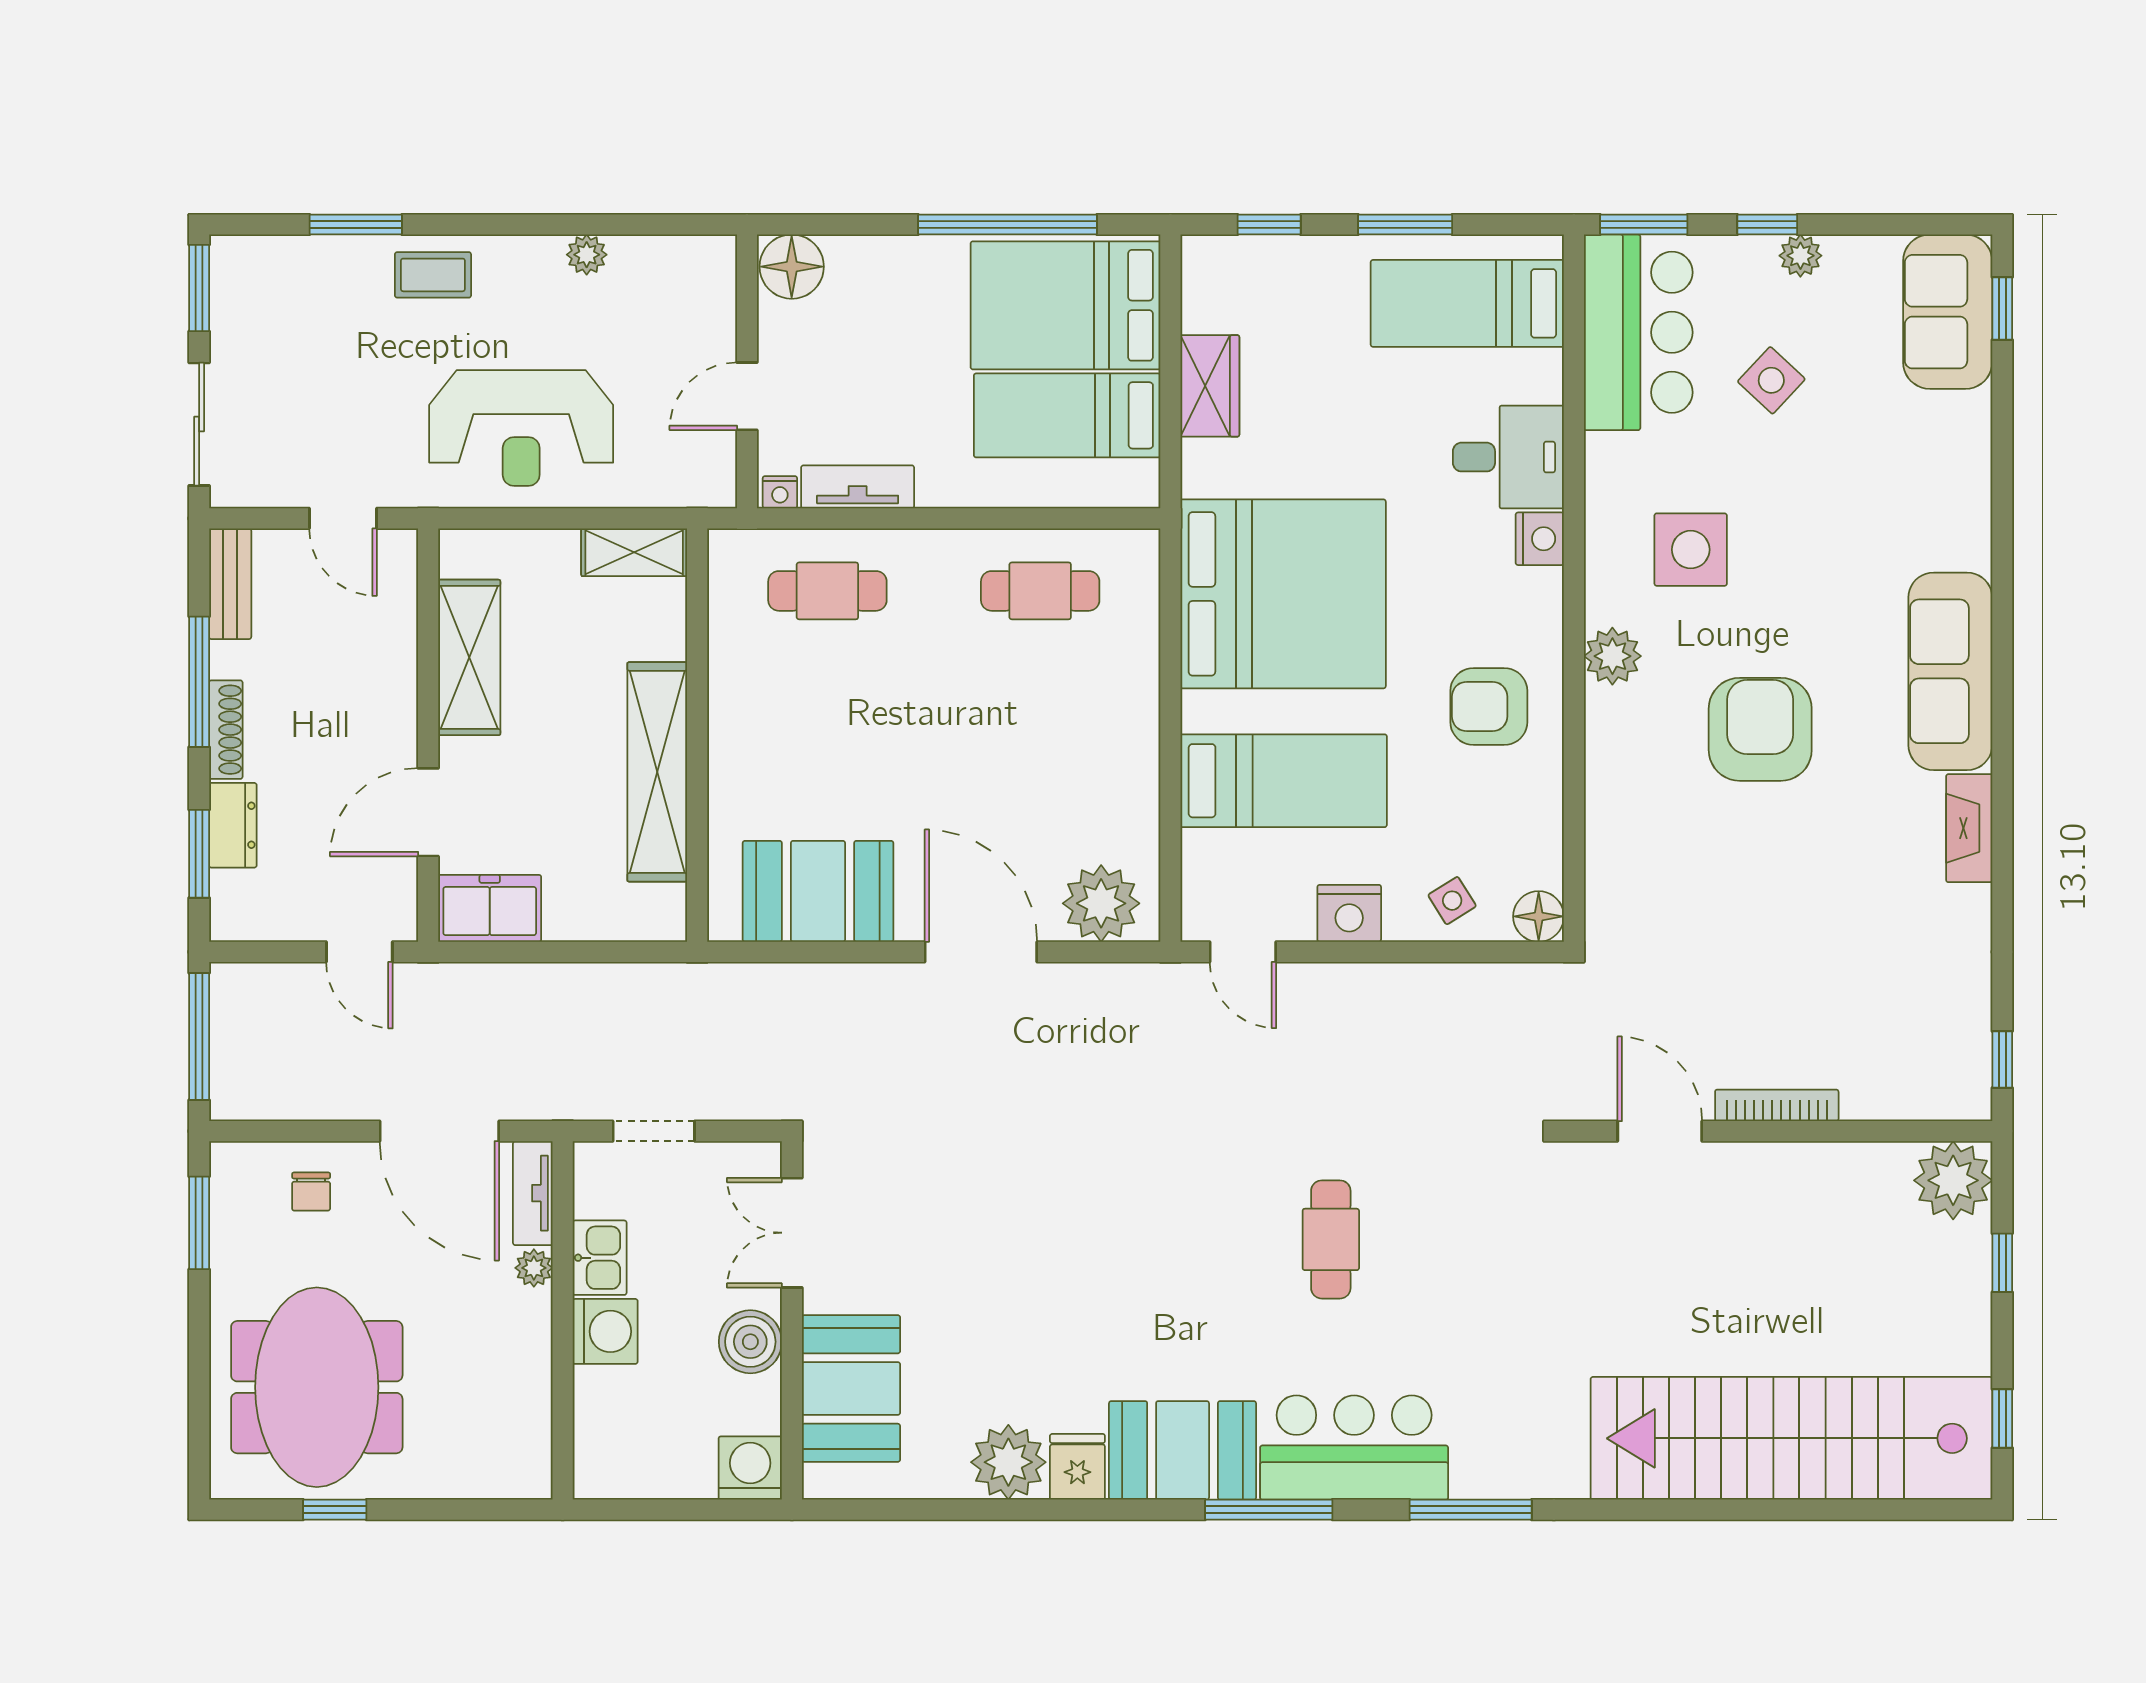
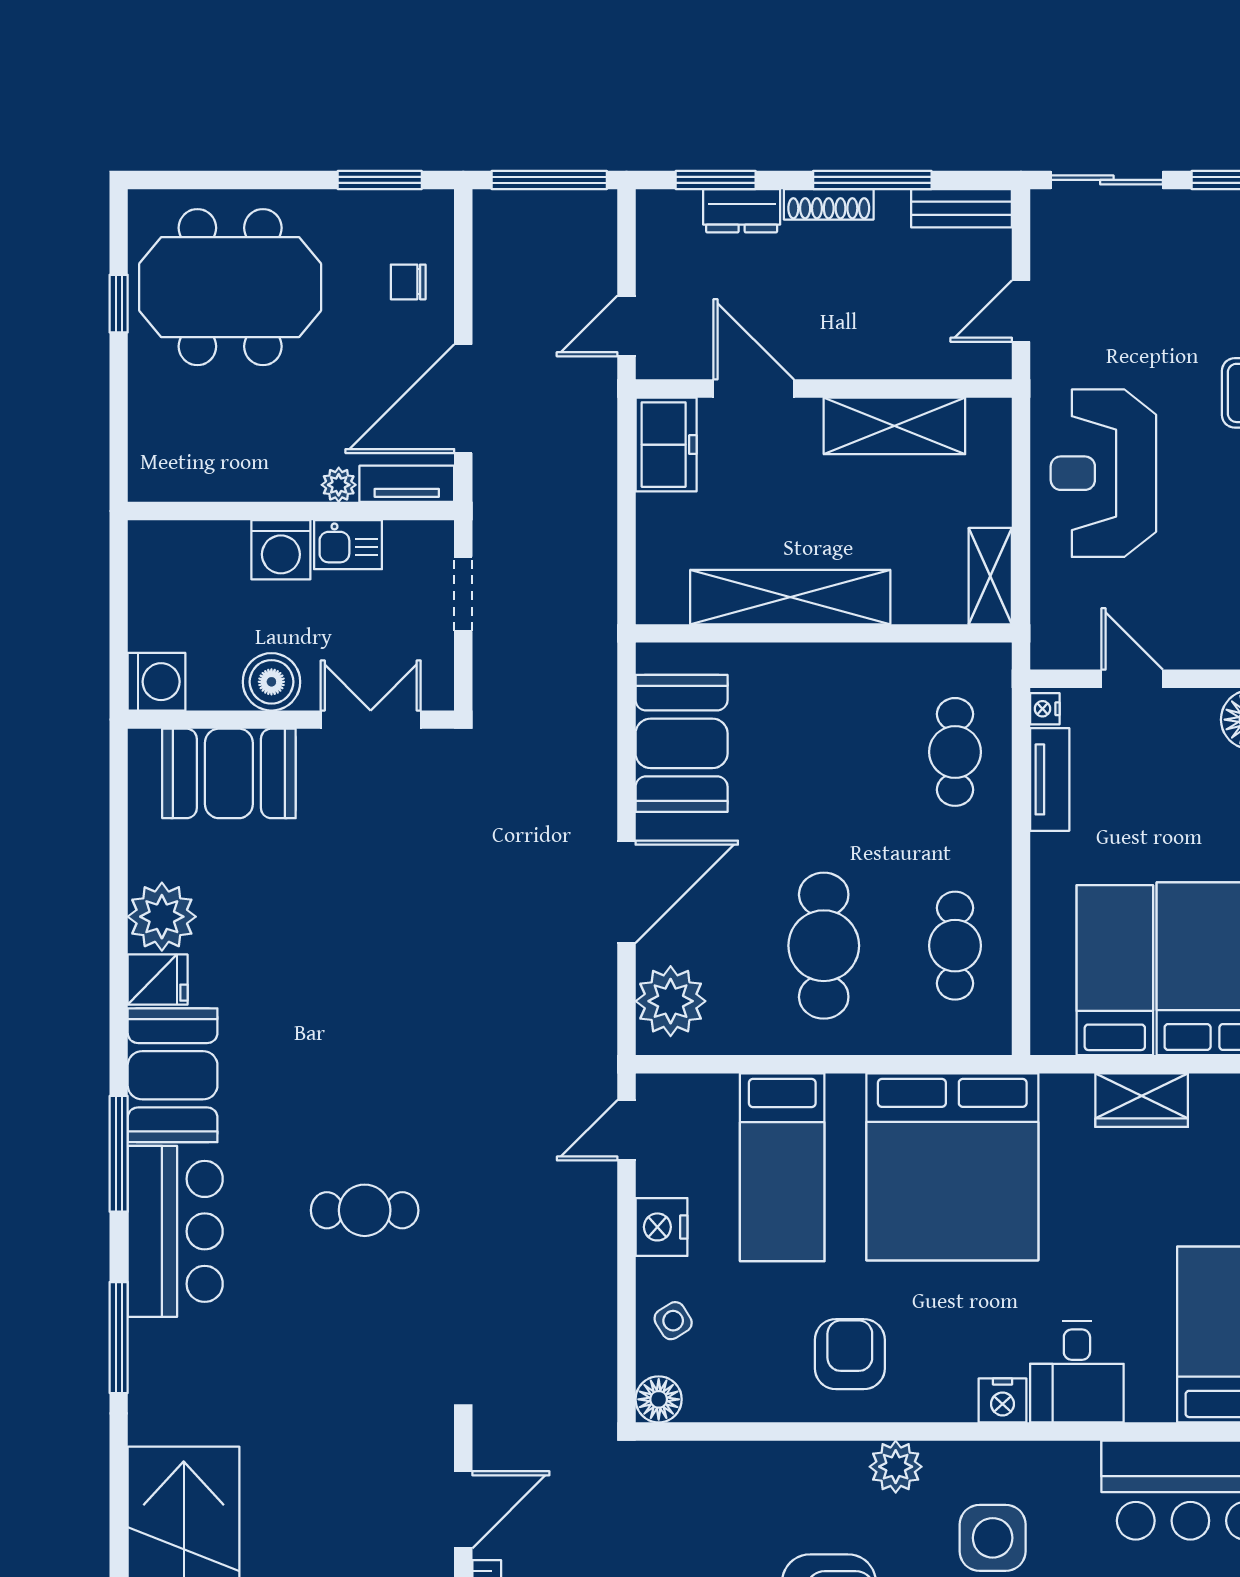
cafe table: (1040, 735) -> (824, 946), added

